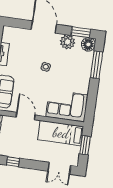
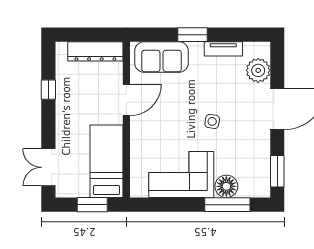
plant: (67, 42) -> (258, 70), moved
floor lamp: (88, 44) -> (226, 186), moved
corner sofa: (67, 106) -> (181, 175), moved, turned -90

